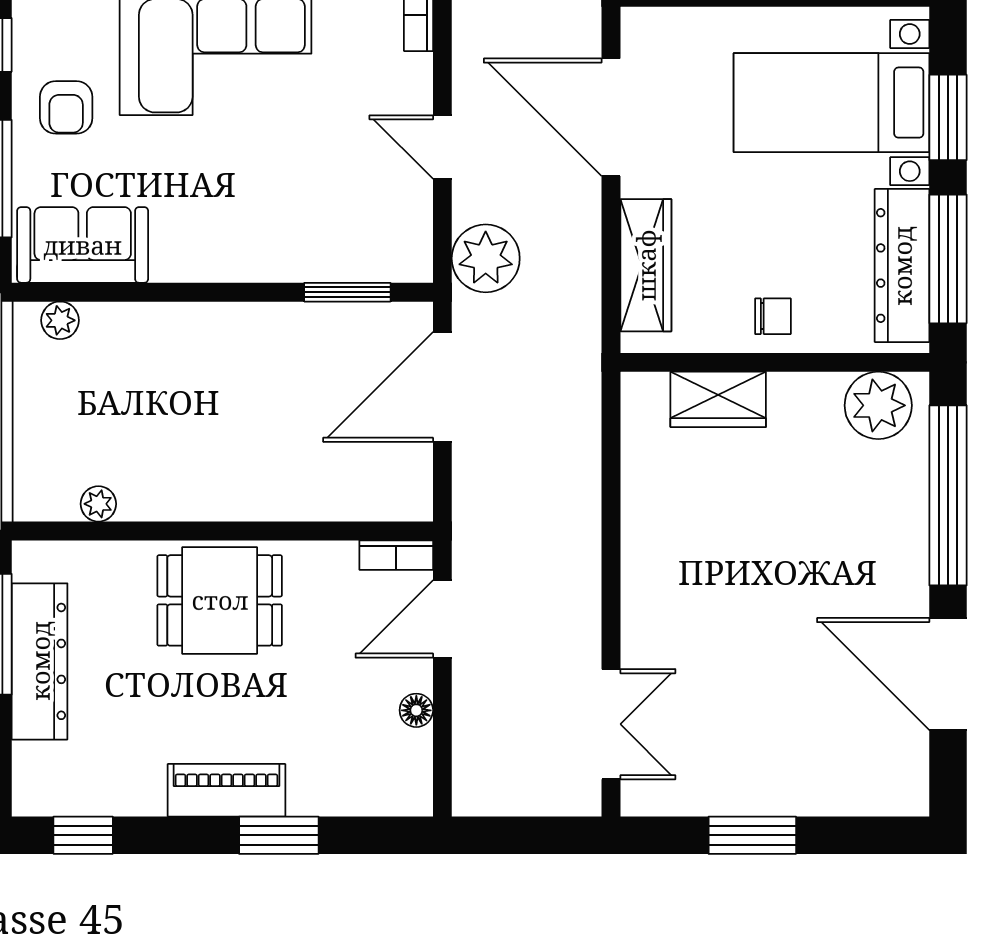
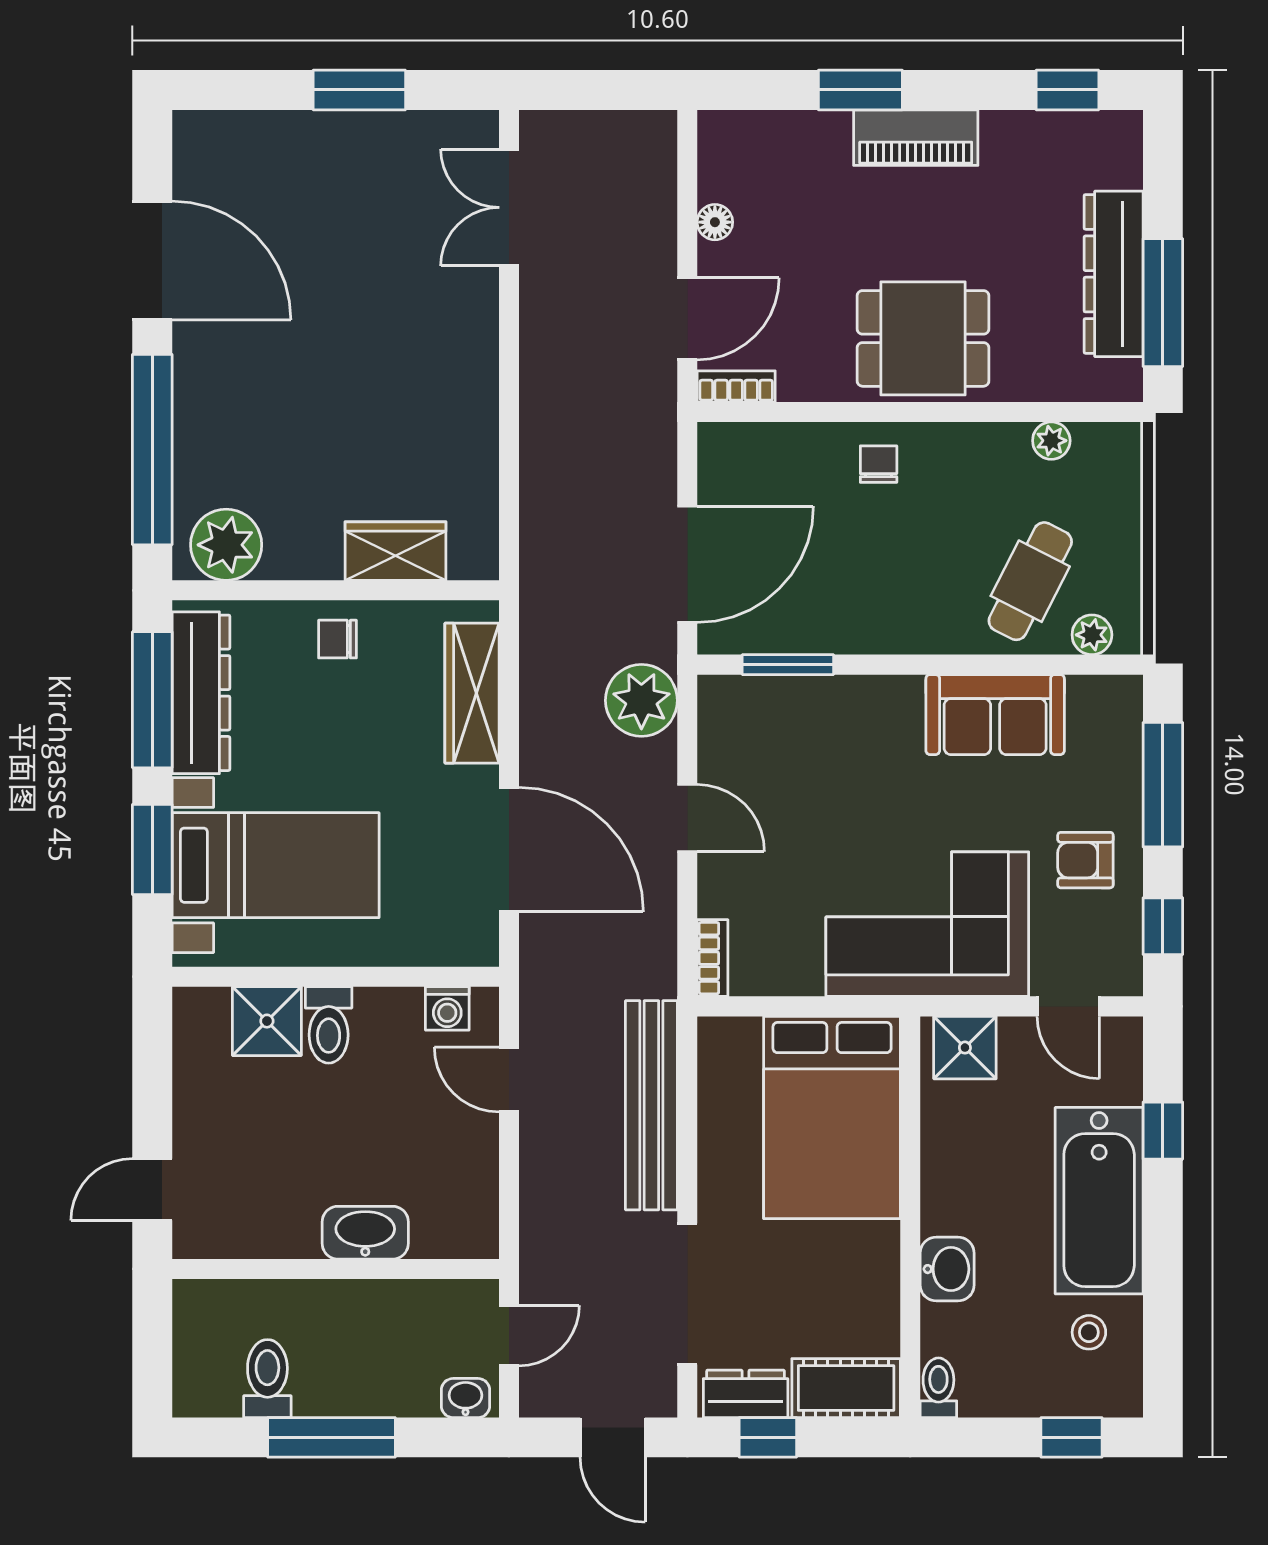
armchair: (66, 107) -> (1085, 860), turned -90
sofa: (83, 245) -> (995, 715), moved
cafe table: (118, 371) -> (1030, 581), added
chair: (262, 482) -> (879, 464), added

